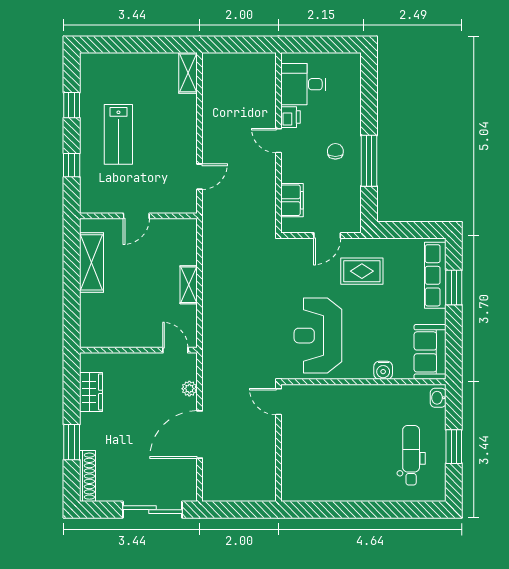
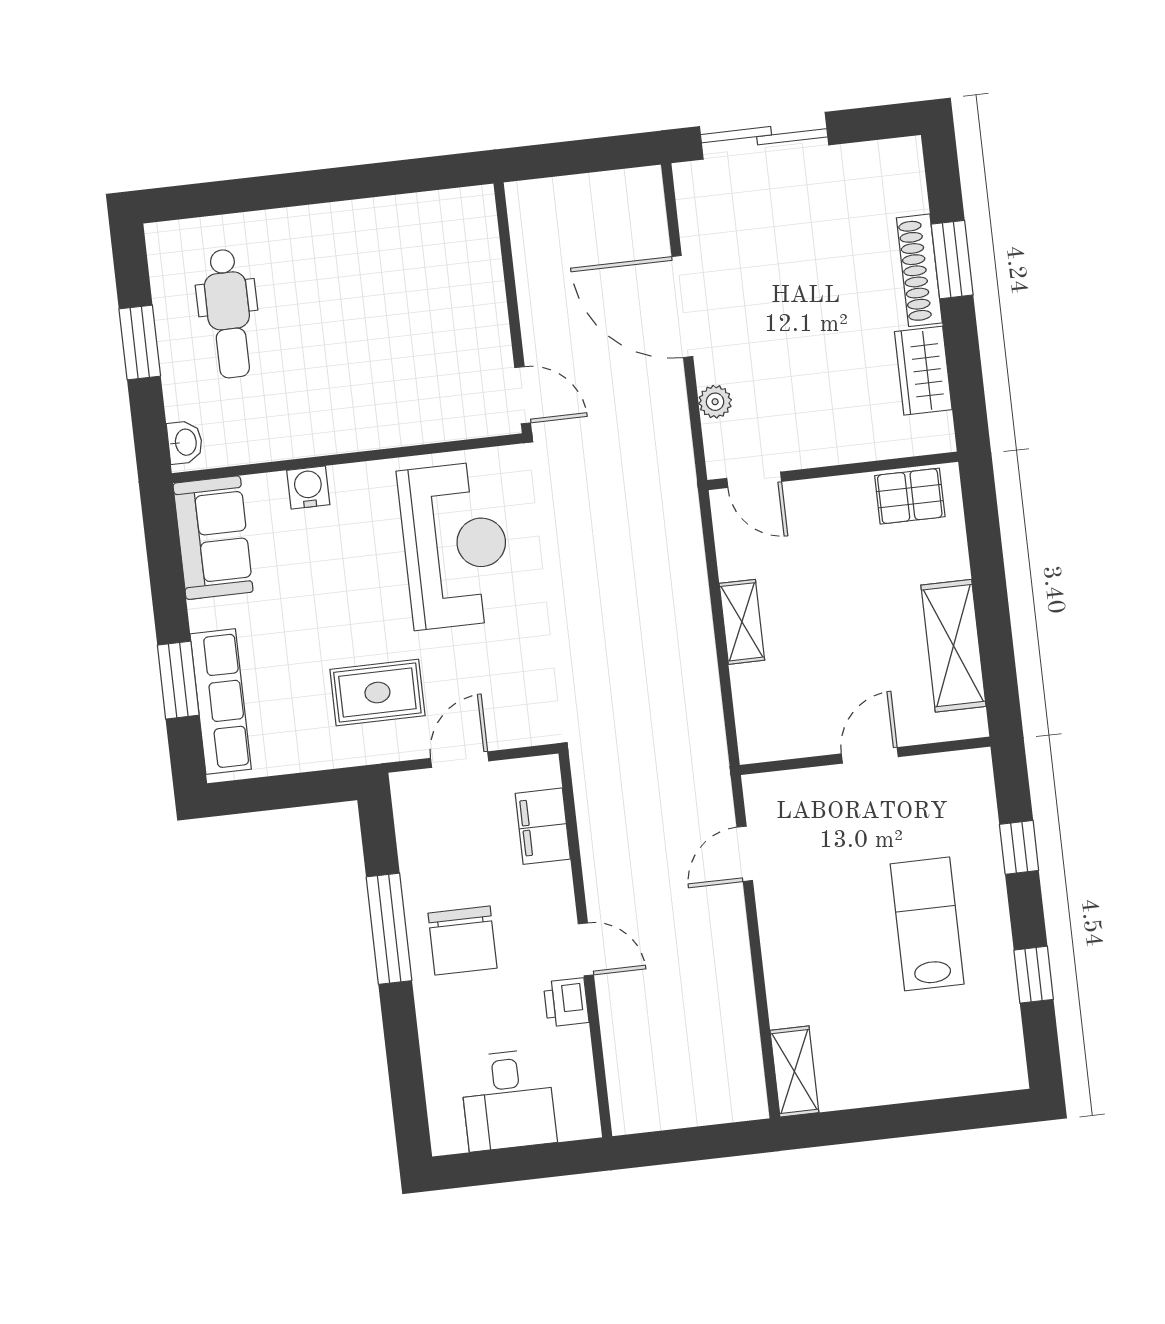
desk: (303, 84) -> (508, 1100), moved, turned 90
chair: (335, 151) -> (463, 941), width x1.87, depth x1.87
pallet: (104, 334) -> (910, 496), added
door: (200, 435) -> (682, 307), swing flipped
shoe rack: (87, 476) -> (919, 270), moved

